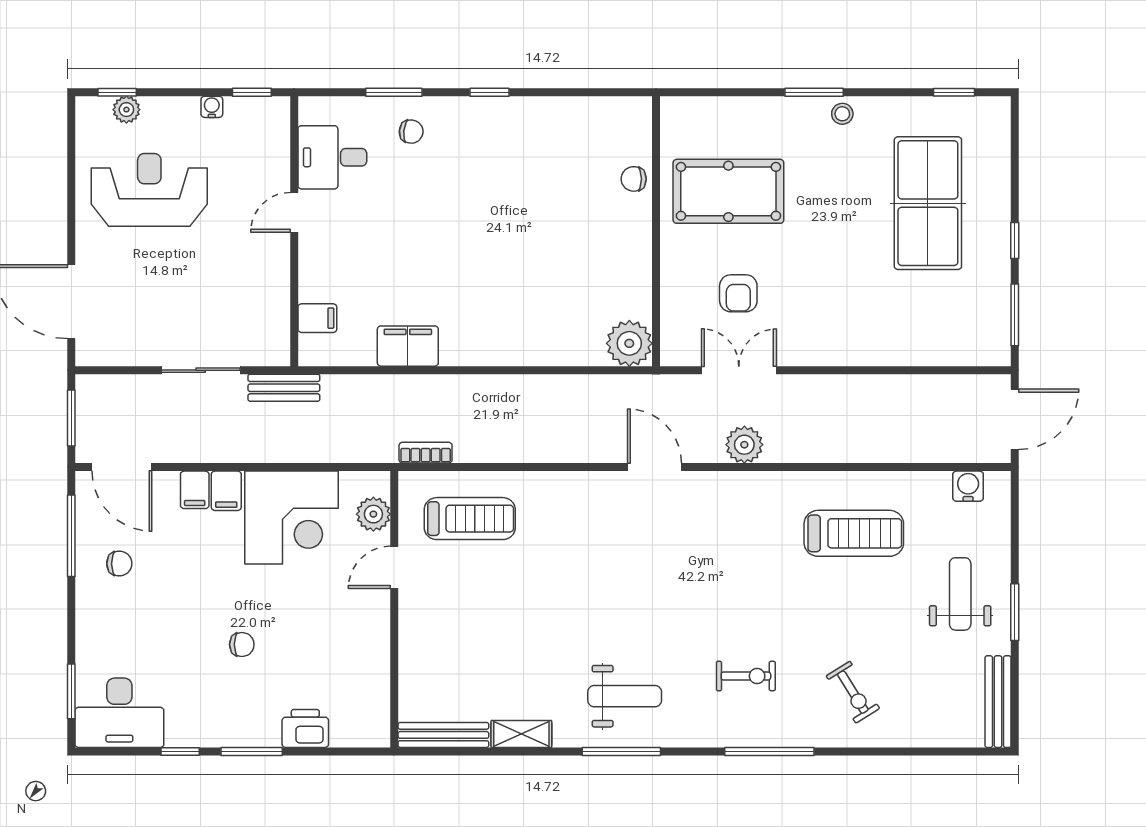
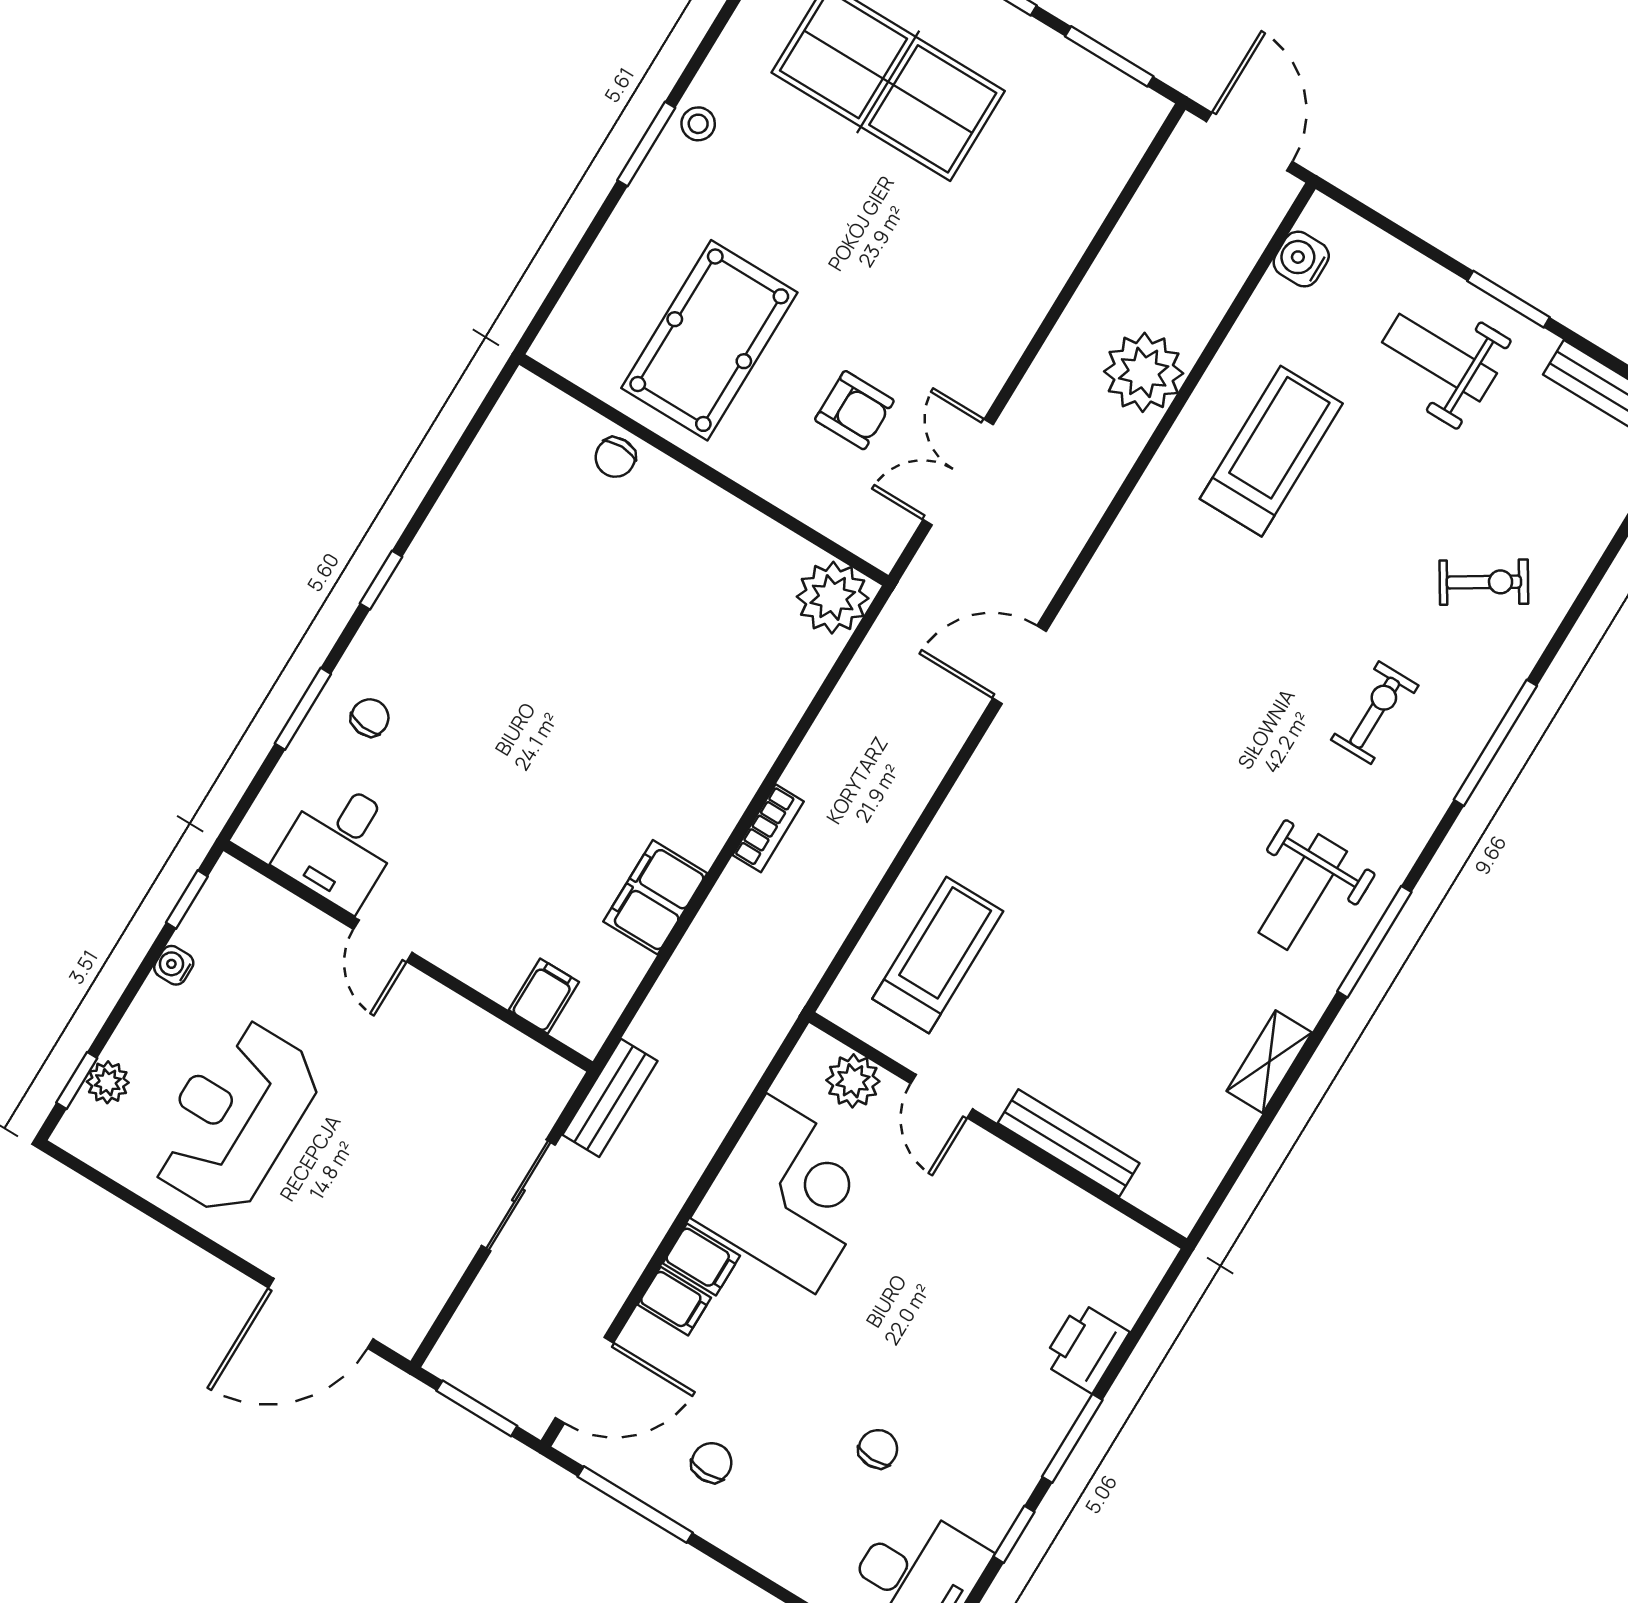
plant: (744, 445) -> (1144, 372), moved, width x1.36, depth x1.36
bookcase: (426, 453) -> (768, 828), moved, turned 180
chair: (242, 644) -> (878, 1449), moved
weight bench: (625, 696) -> (1303, 892), turned 180
bench: (443, 735) -> (1069, 1143), moved, turned 90

